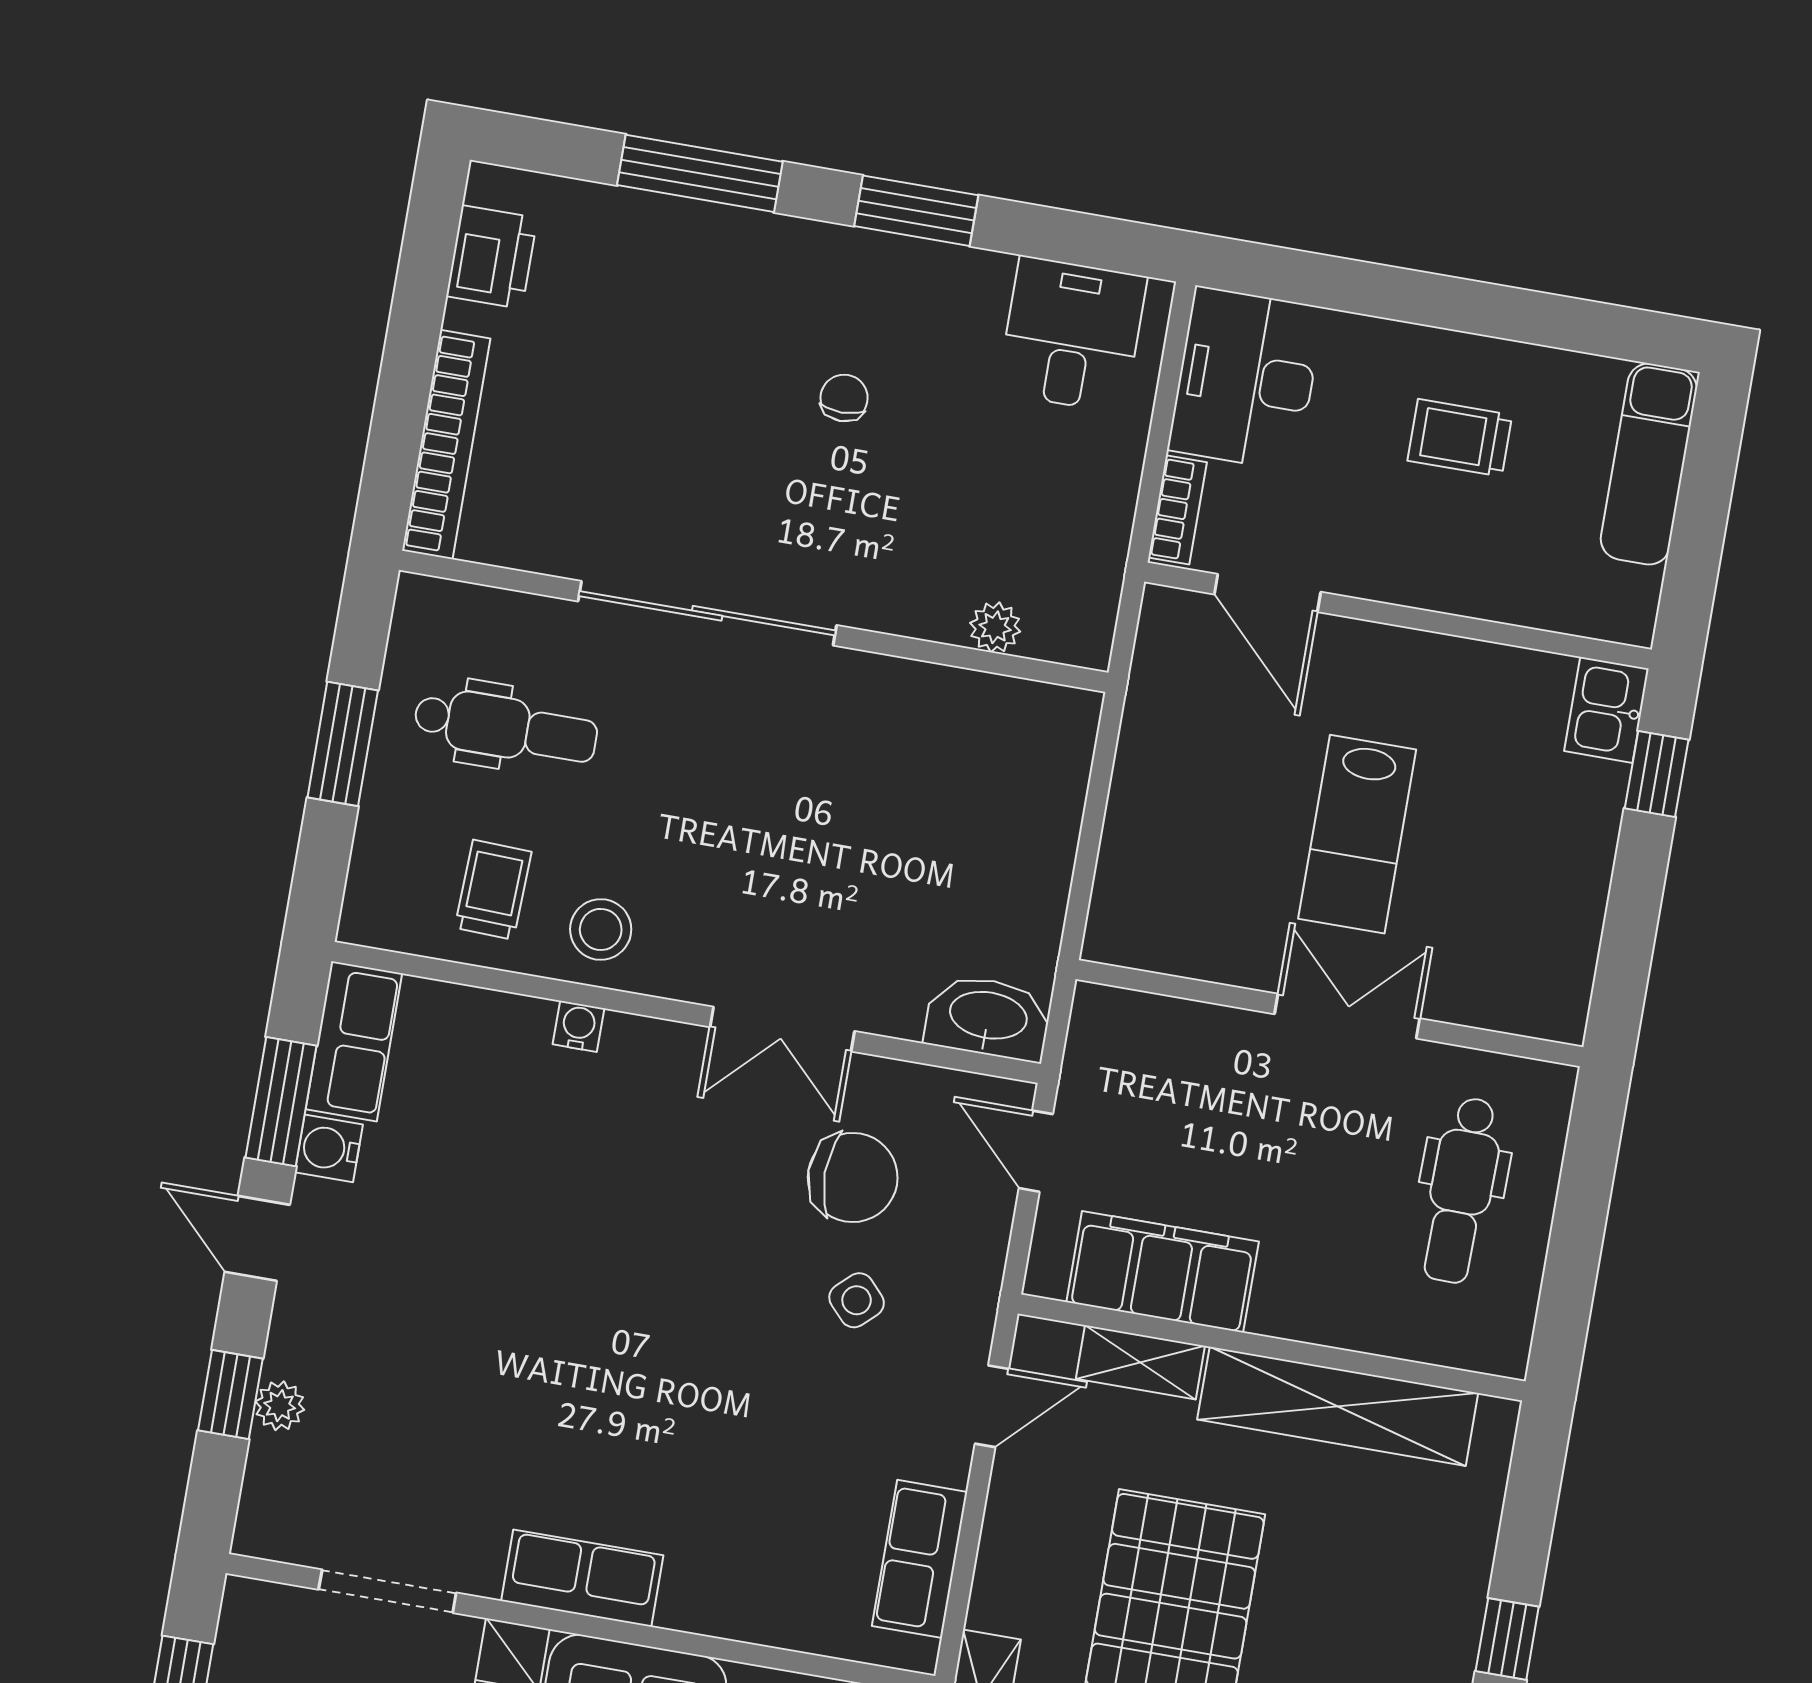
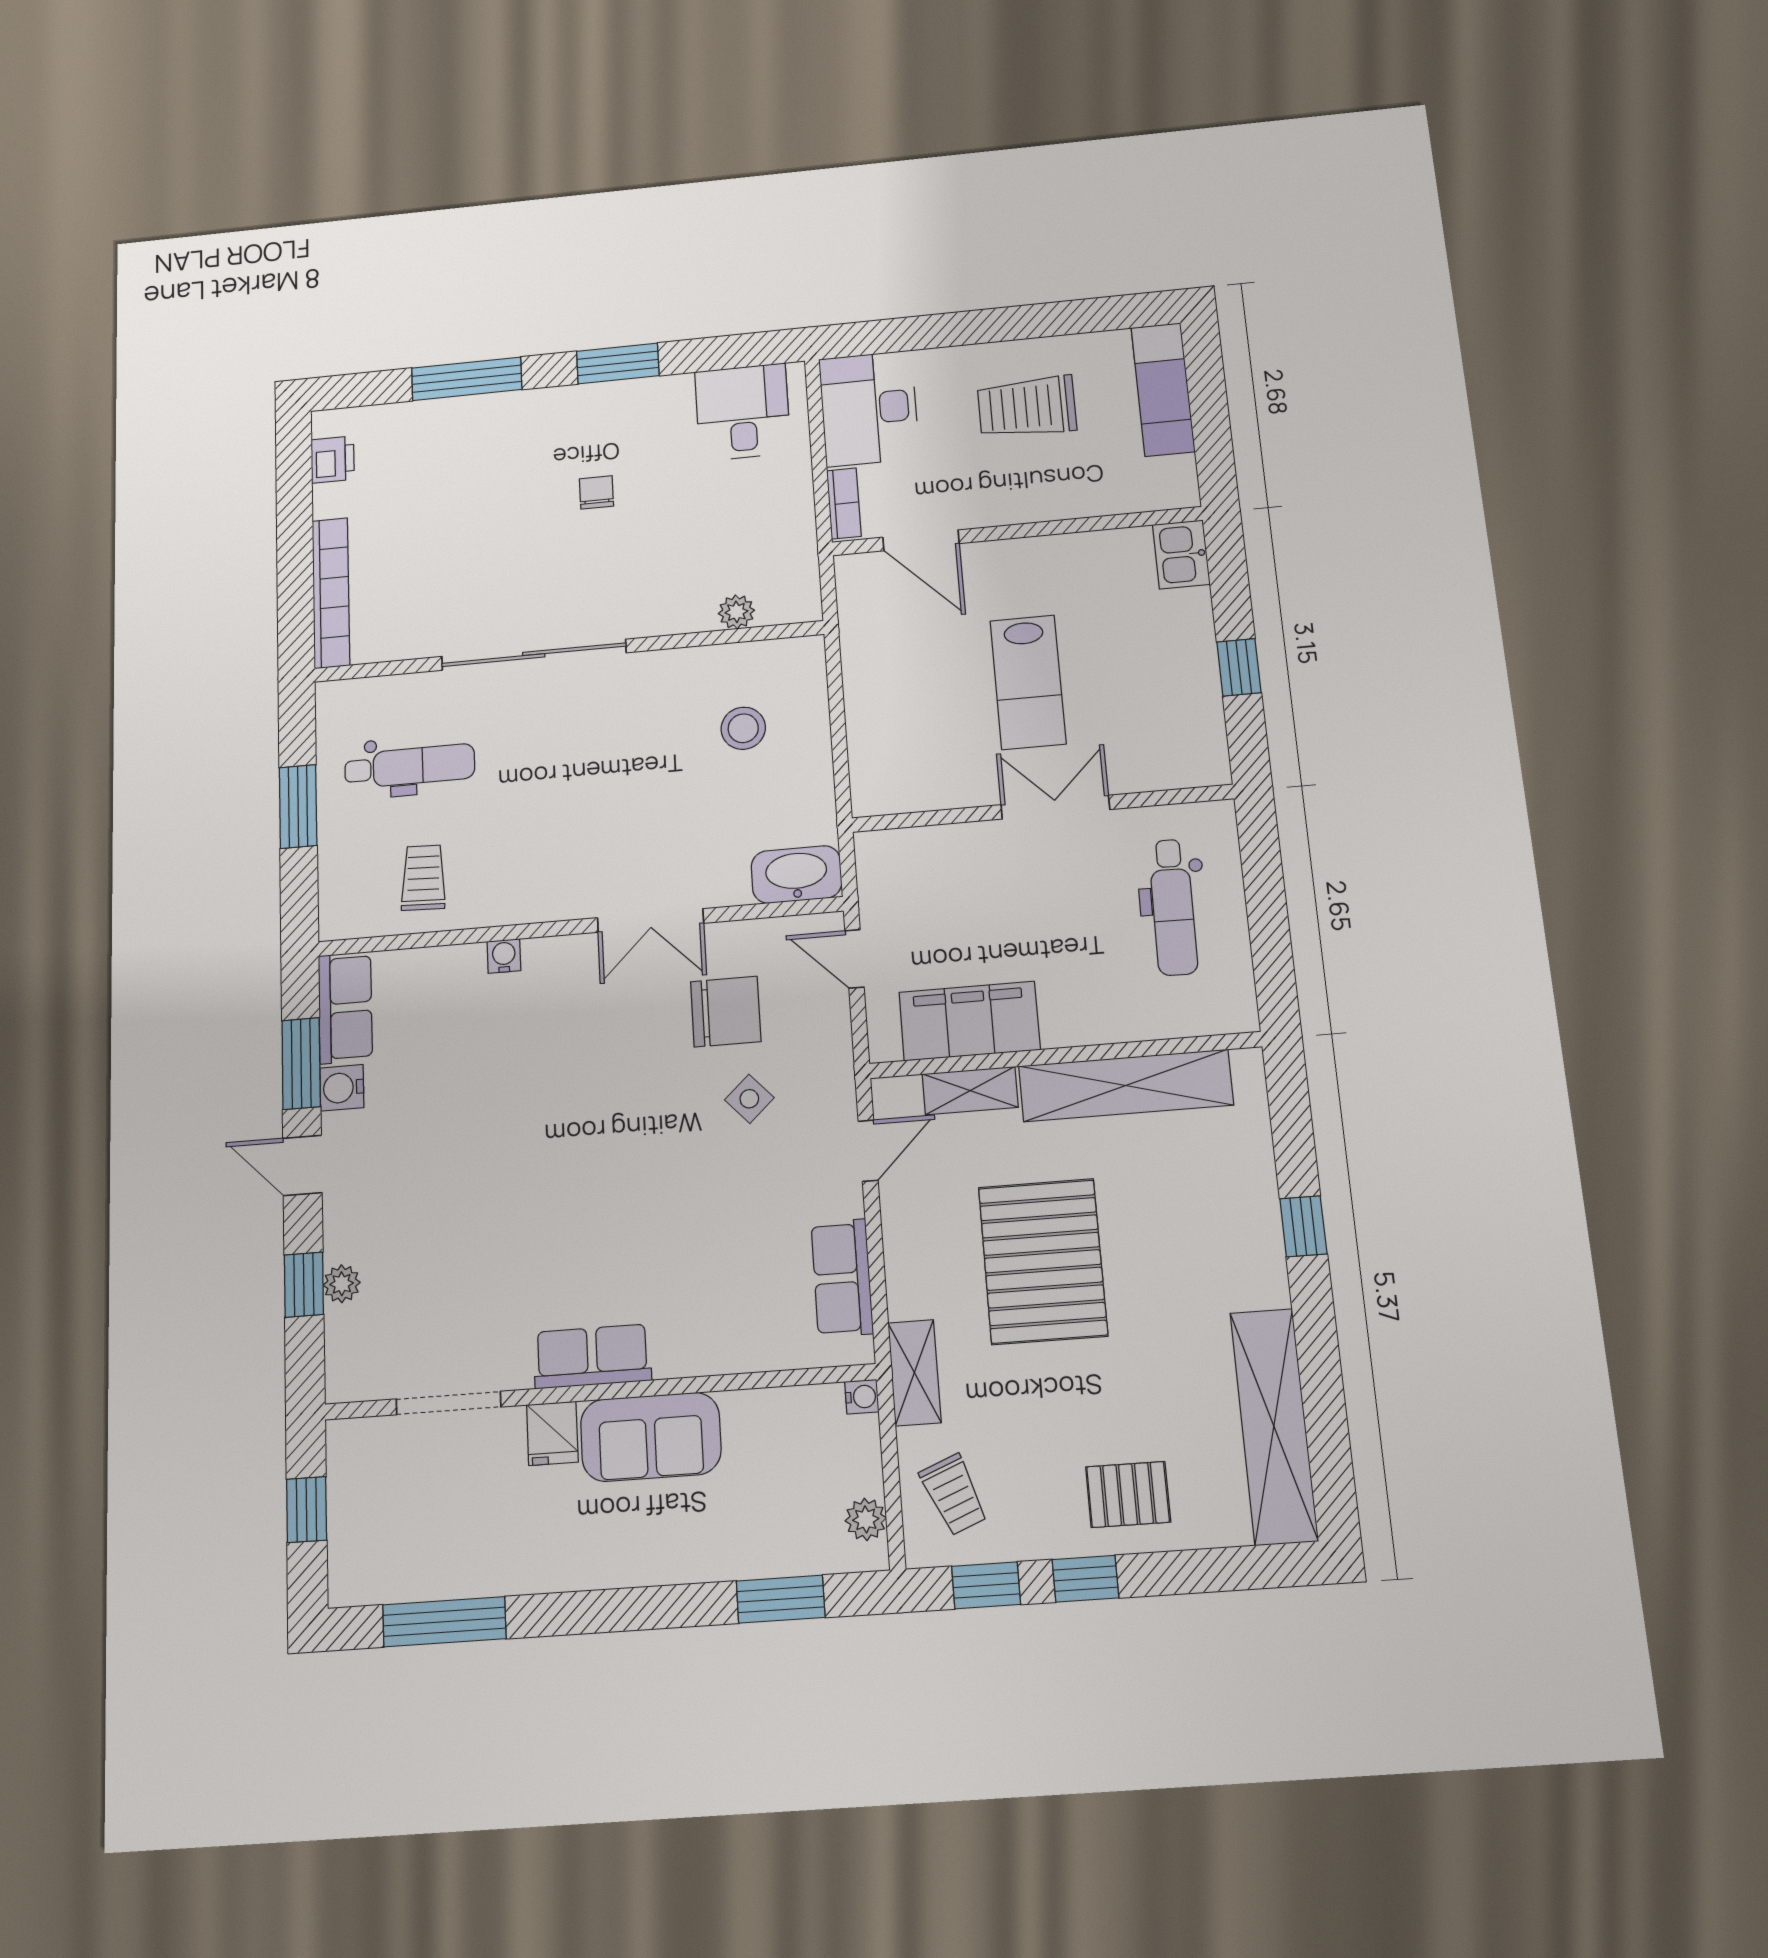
printer: (492, 257) -> (333, 460), width x0.73, depth x0.81
trolley: (1460, 438) -> (1027, 407), width x1.36, depth x1.39
window: (1657, 774) -> (1239, 667), moved
stool: (601, 929) -> (743, 728), moved

